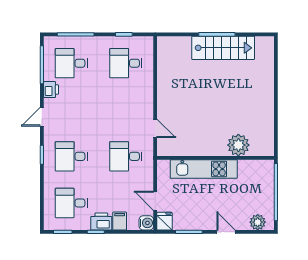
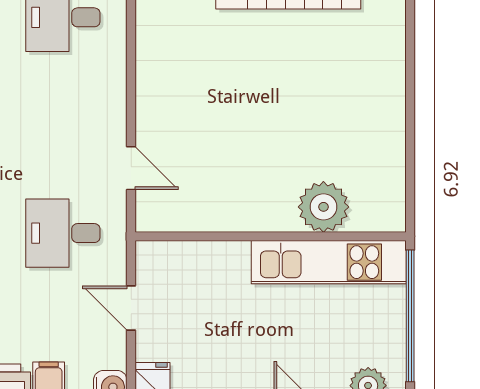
kitchen unit: (204, 169) -> (329, 262), moved
door: (155, 201) -> (131, 308), moved

